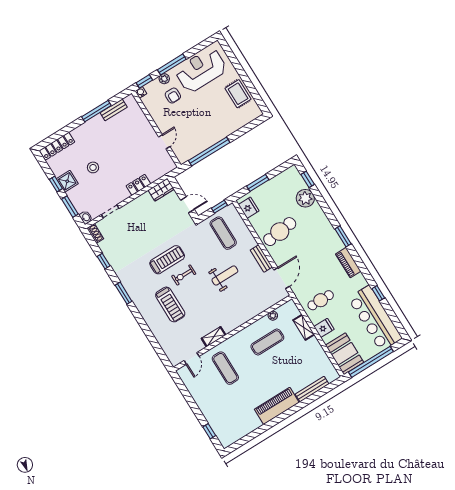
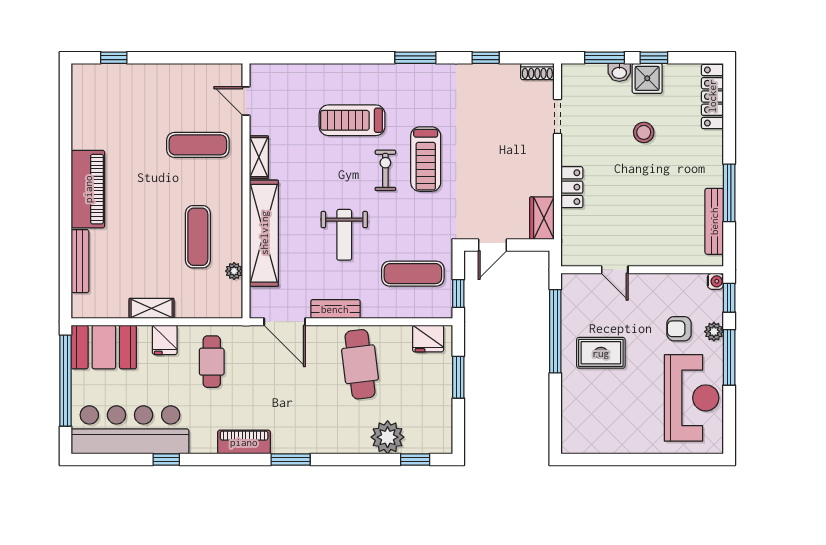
rug: (238, 94) -> (601, 353), moved
bench: (114, 110) -> (714, 221), width x1.36
washbasin: (86, 217) -> (619, 72), moved
shelving: (247, 313) -> (264, 233), added
shelving: (304, 327) -> (152, 308), moved

